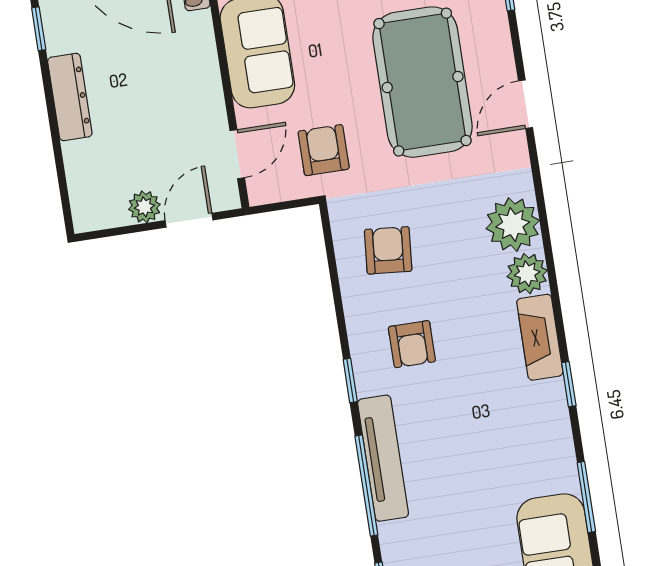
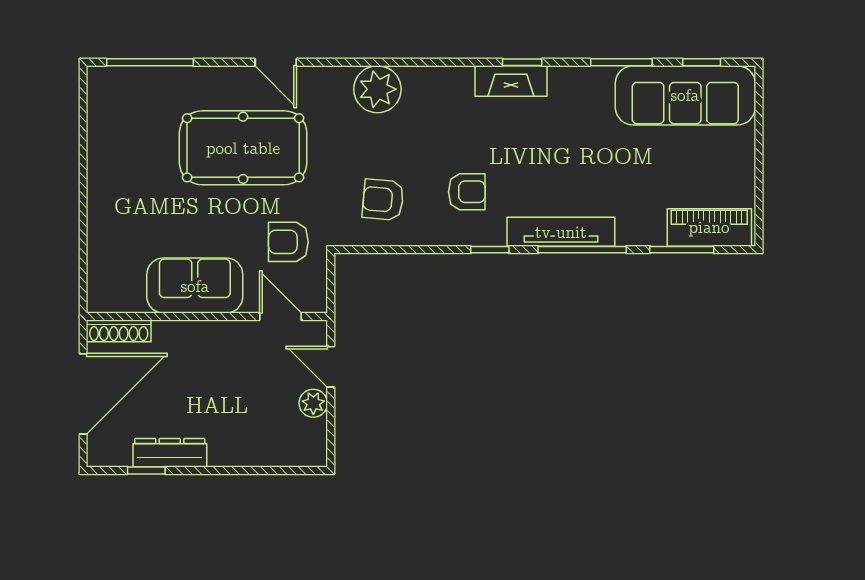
dresser: (70, 97) -> (170, 453), moved
plant: (527, 274) -> (422, 83), removed
fireplace: (540, 337) -> (511, 81), moved

